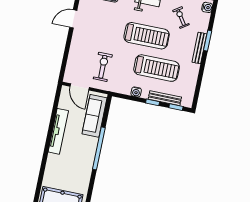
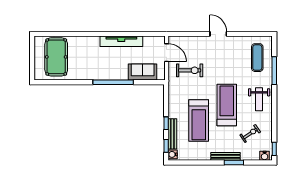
door: (73, 19) -> (218, 34), moved
treadmill: (147, 36) -> (227, 105), turned 180
door: (80, 87) -> (167, 53), swing flipped
water cooler: (136, 92) -> (173, 154), moved
sofa: (95, 116) -> (143, 72), width x0.73

